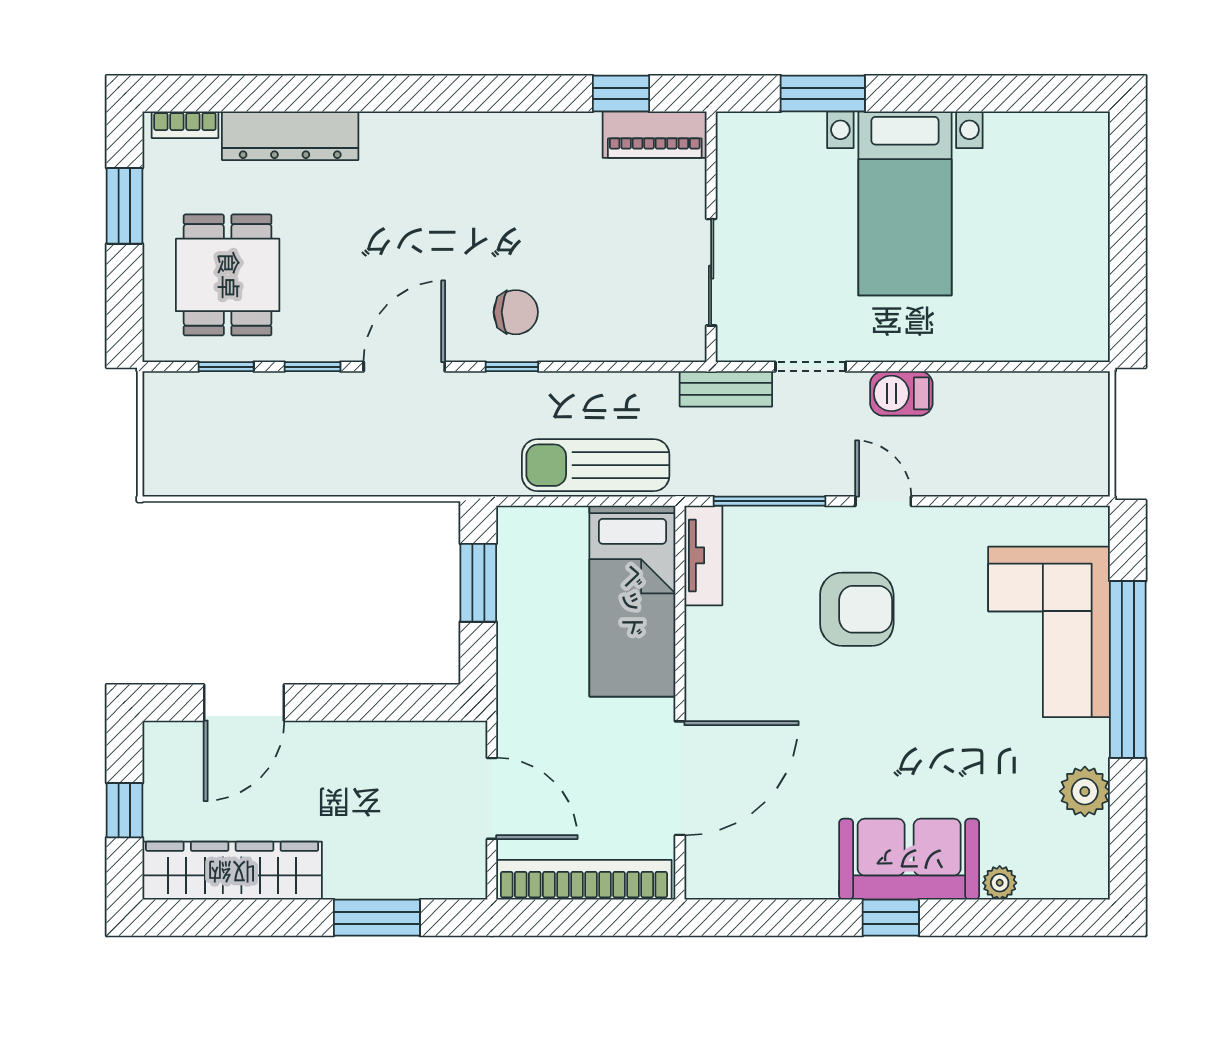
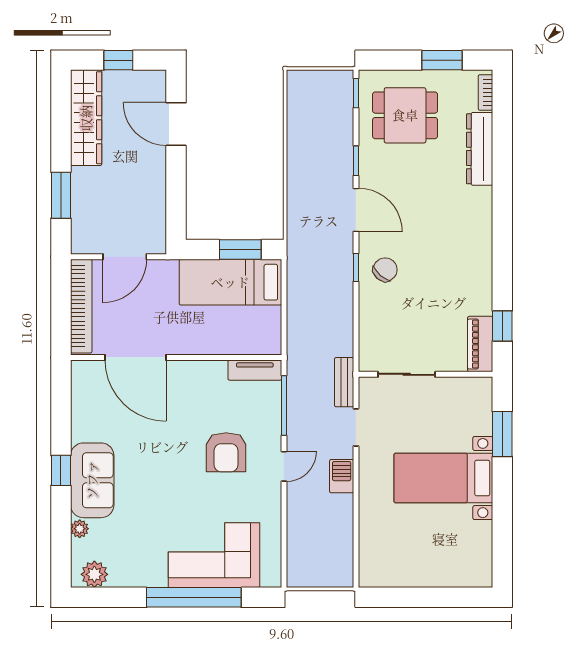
chair: (516, 312) -> (385, 270), turned -139
window: (226, 367) -> (356, 93), moved
sun lounger: (596, 465) -> (303, 312), removed
bed: (632, 601) -> (230, 282), moved
plant: (1085, 791) -> (94, 574), moved

